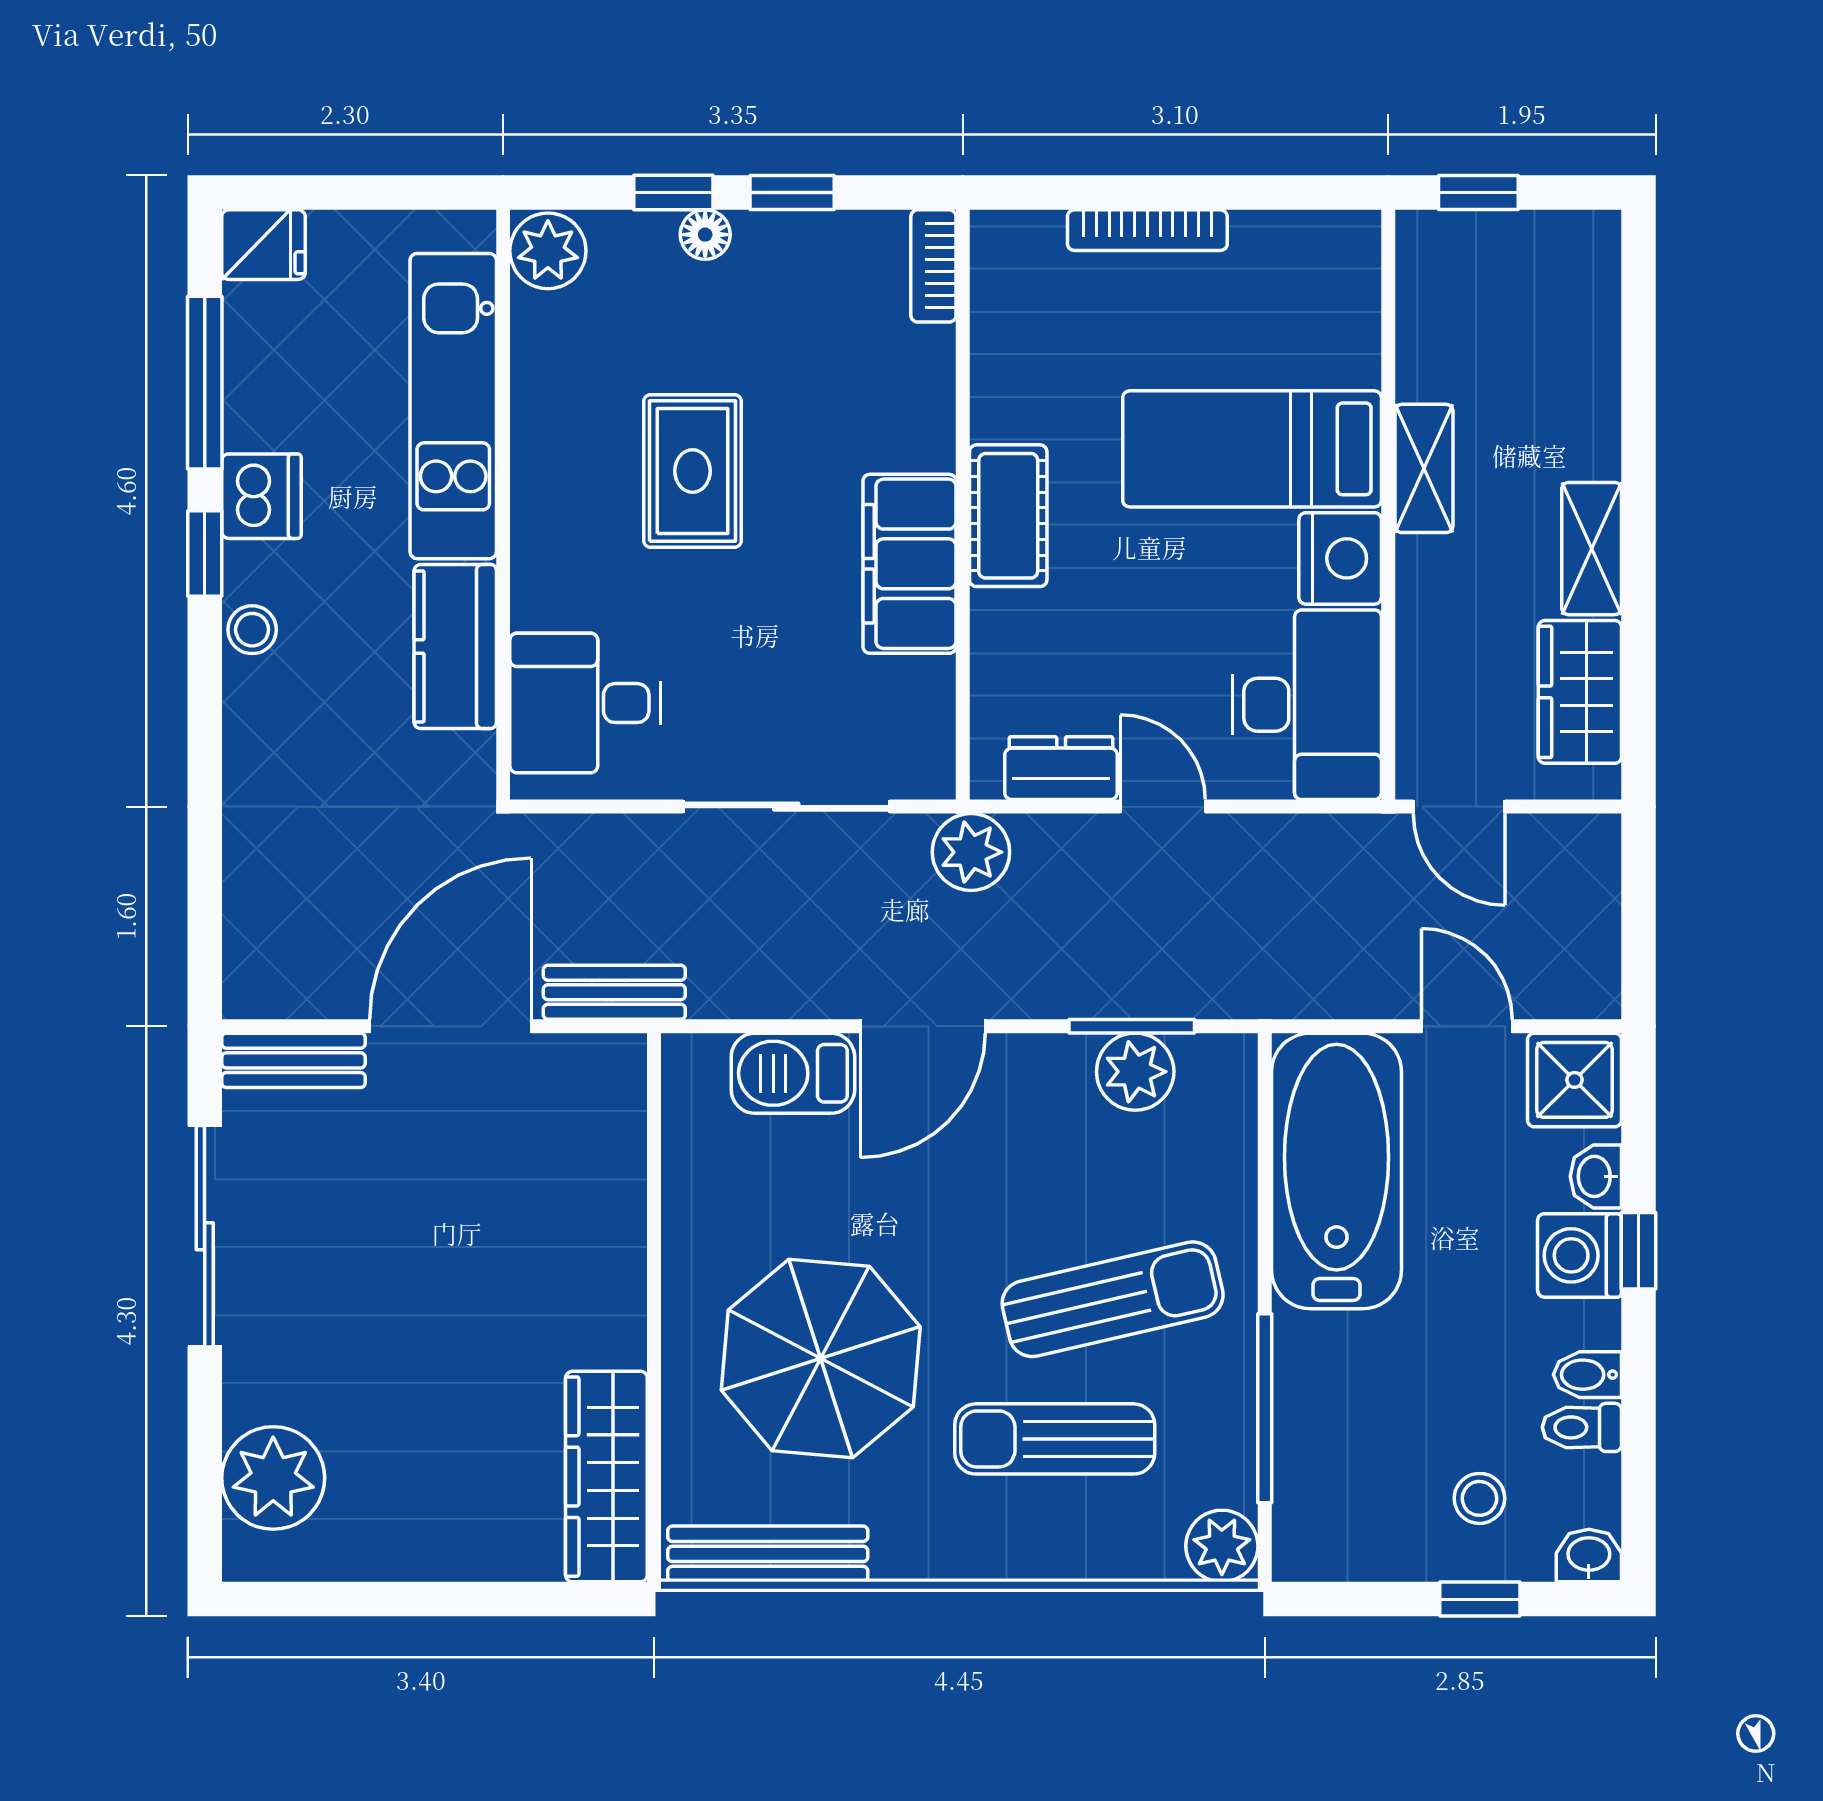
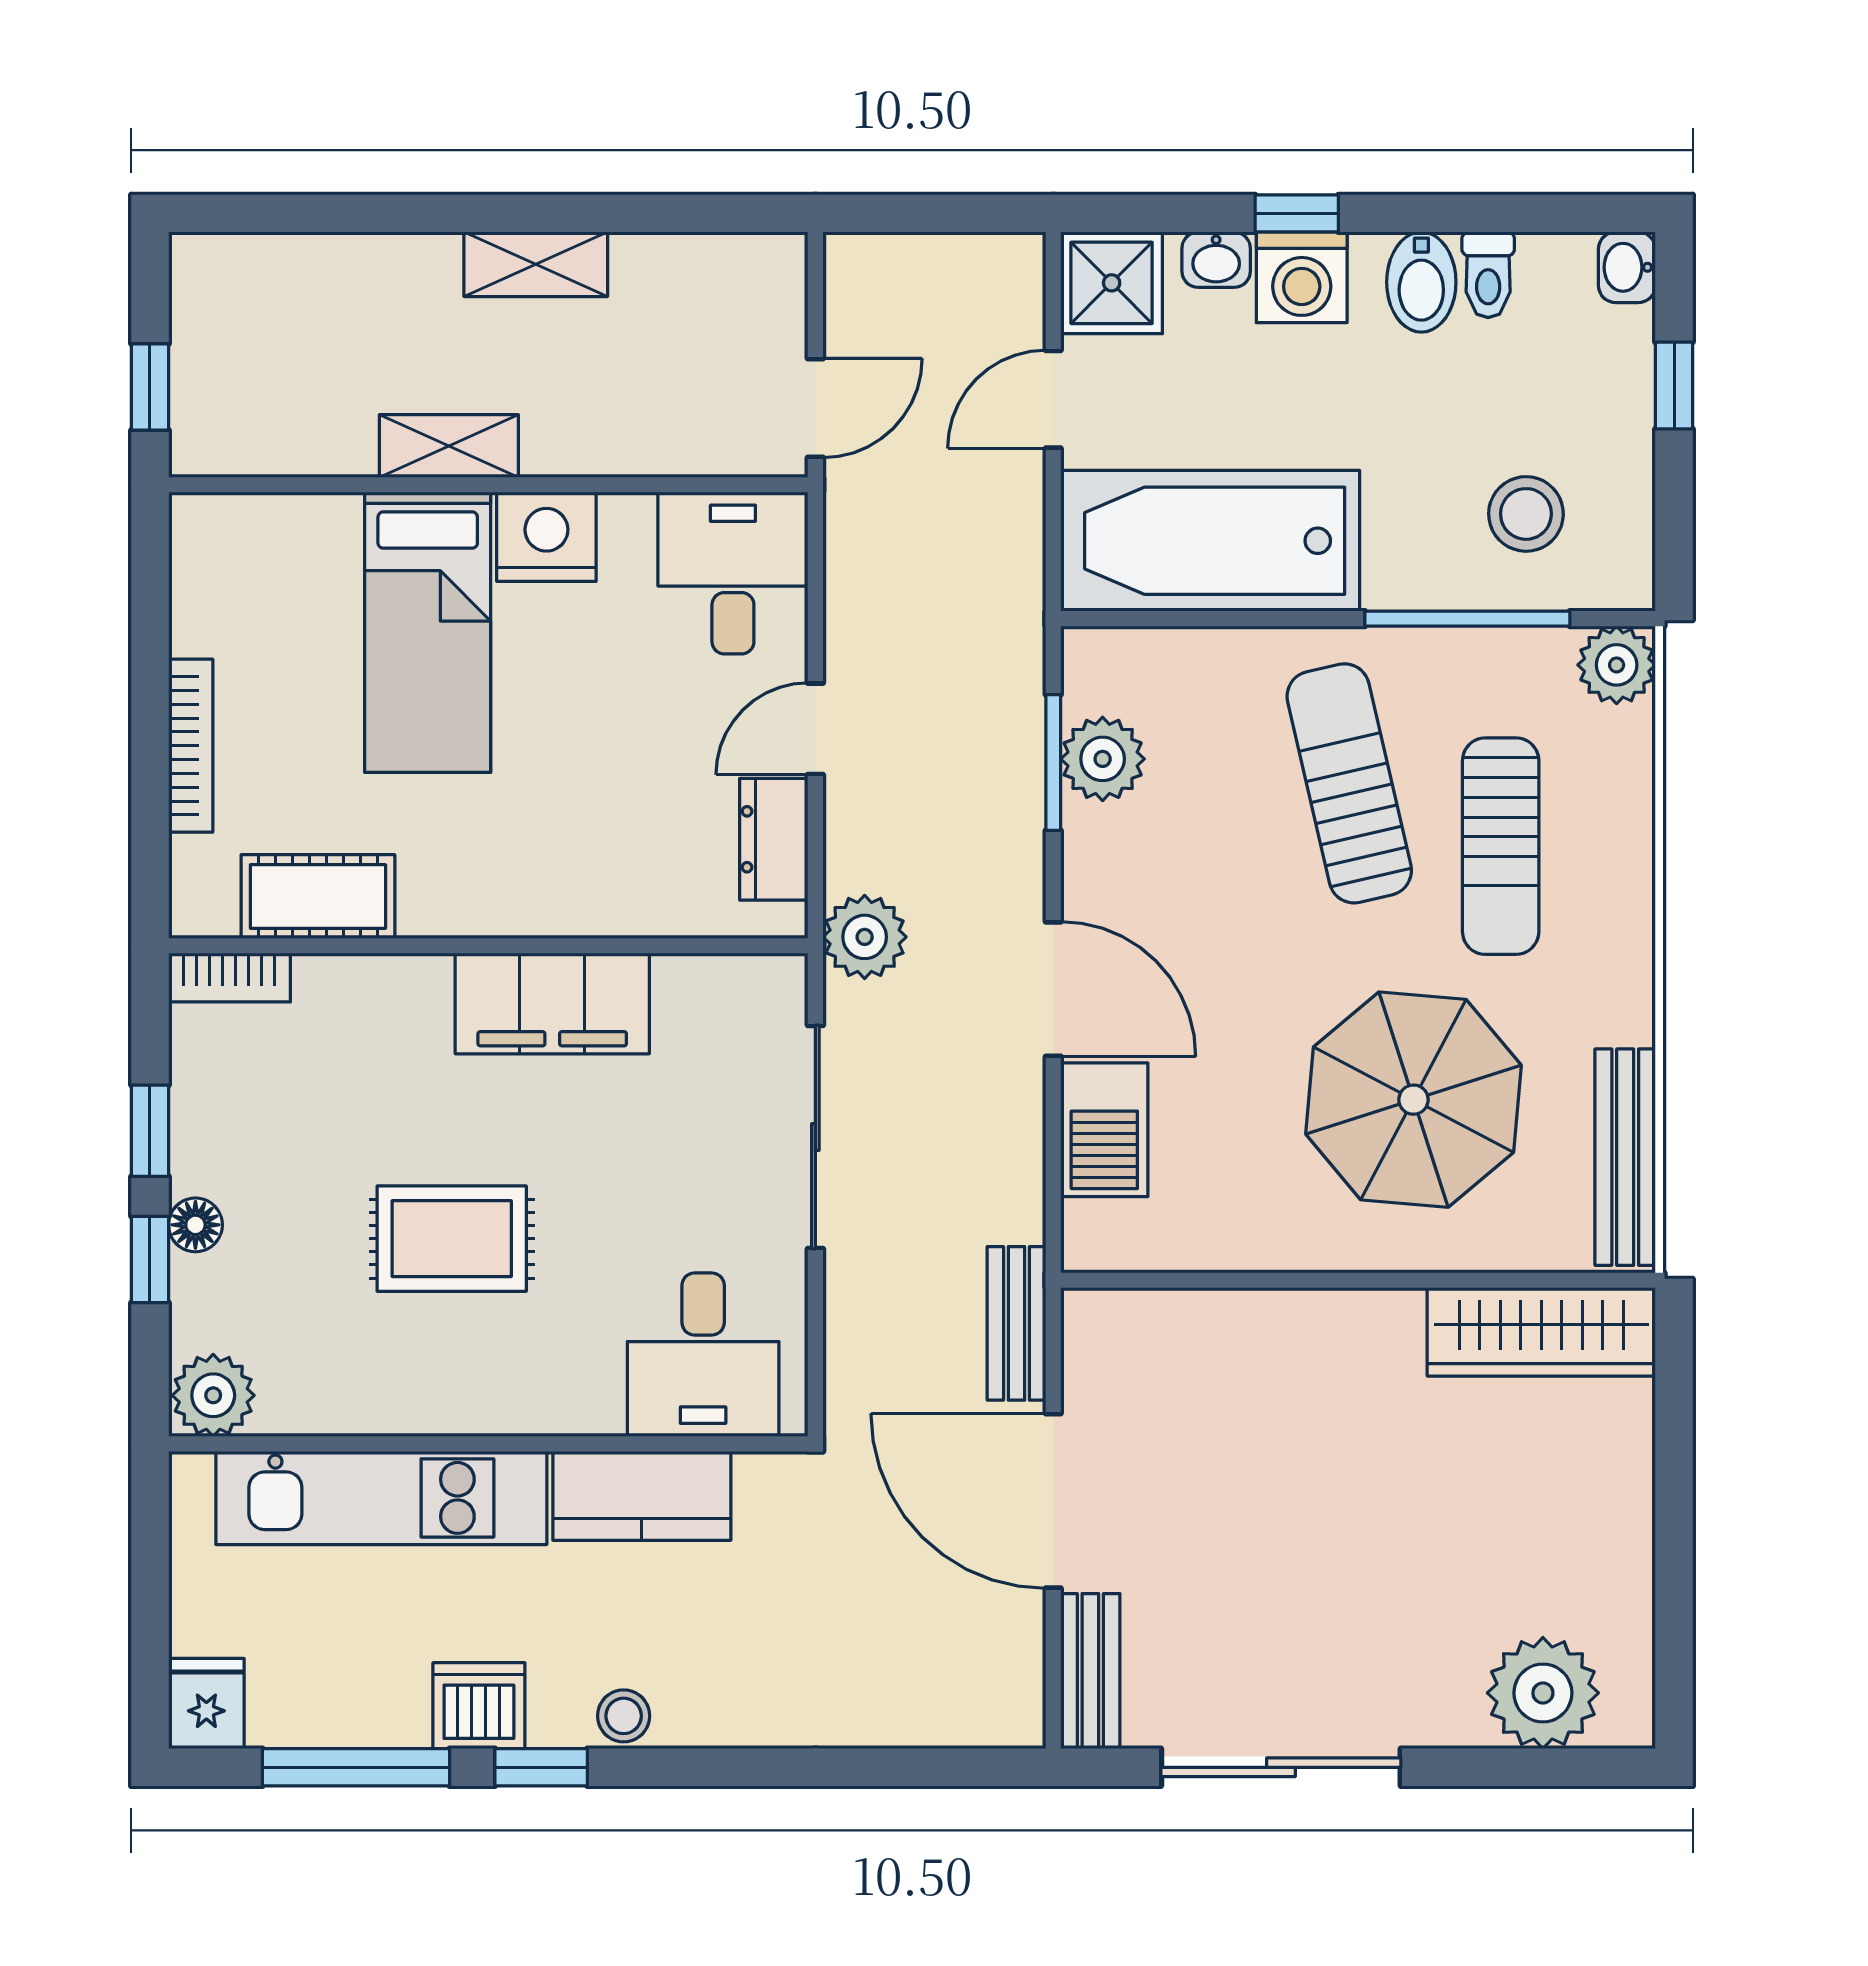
cot: (1008, 516) -> (318, 896), moved
wardrobe: (1580, 692) -> (691, 277), removed
desk: (1307, 705) -> (733, 573), width x0.73
bidet: (1587, 1375) -> (1421, 282), width x1.38, depth x1.36
stool: (1479, 1498) -> (1526, 514), moved, width x1.37, depth x1.37

